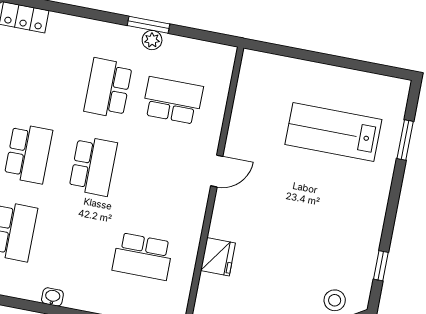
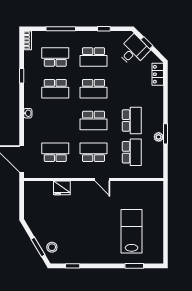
school desk: (108, 88) -> (132, 120), turned 90
school desk: (158, 178) -> (94, 152), added
school desk: (143, 256) -> (55, 152), turned 90

